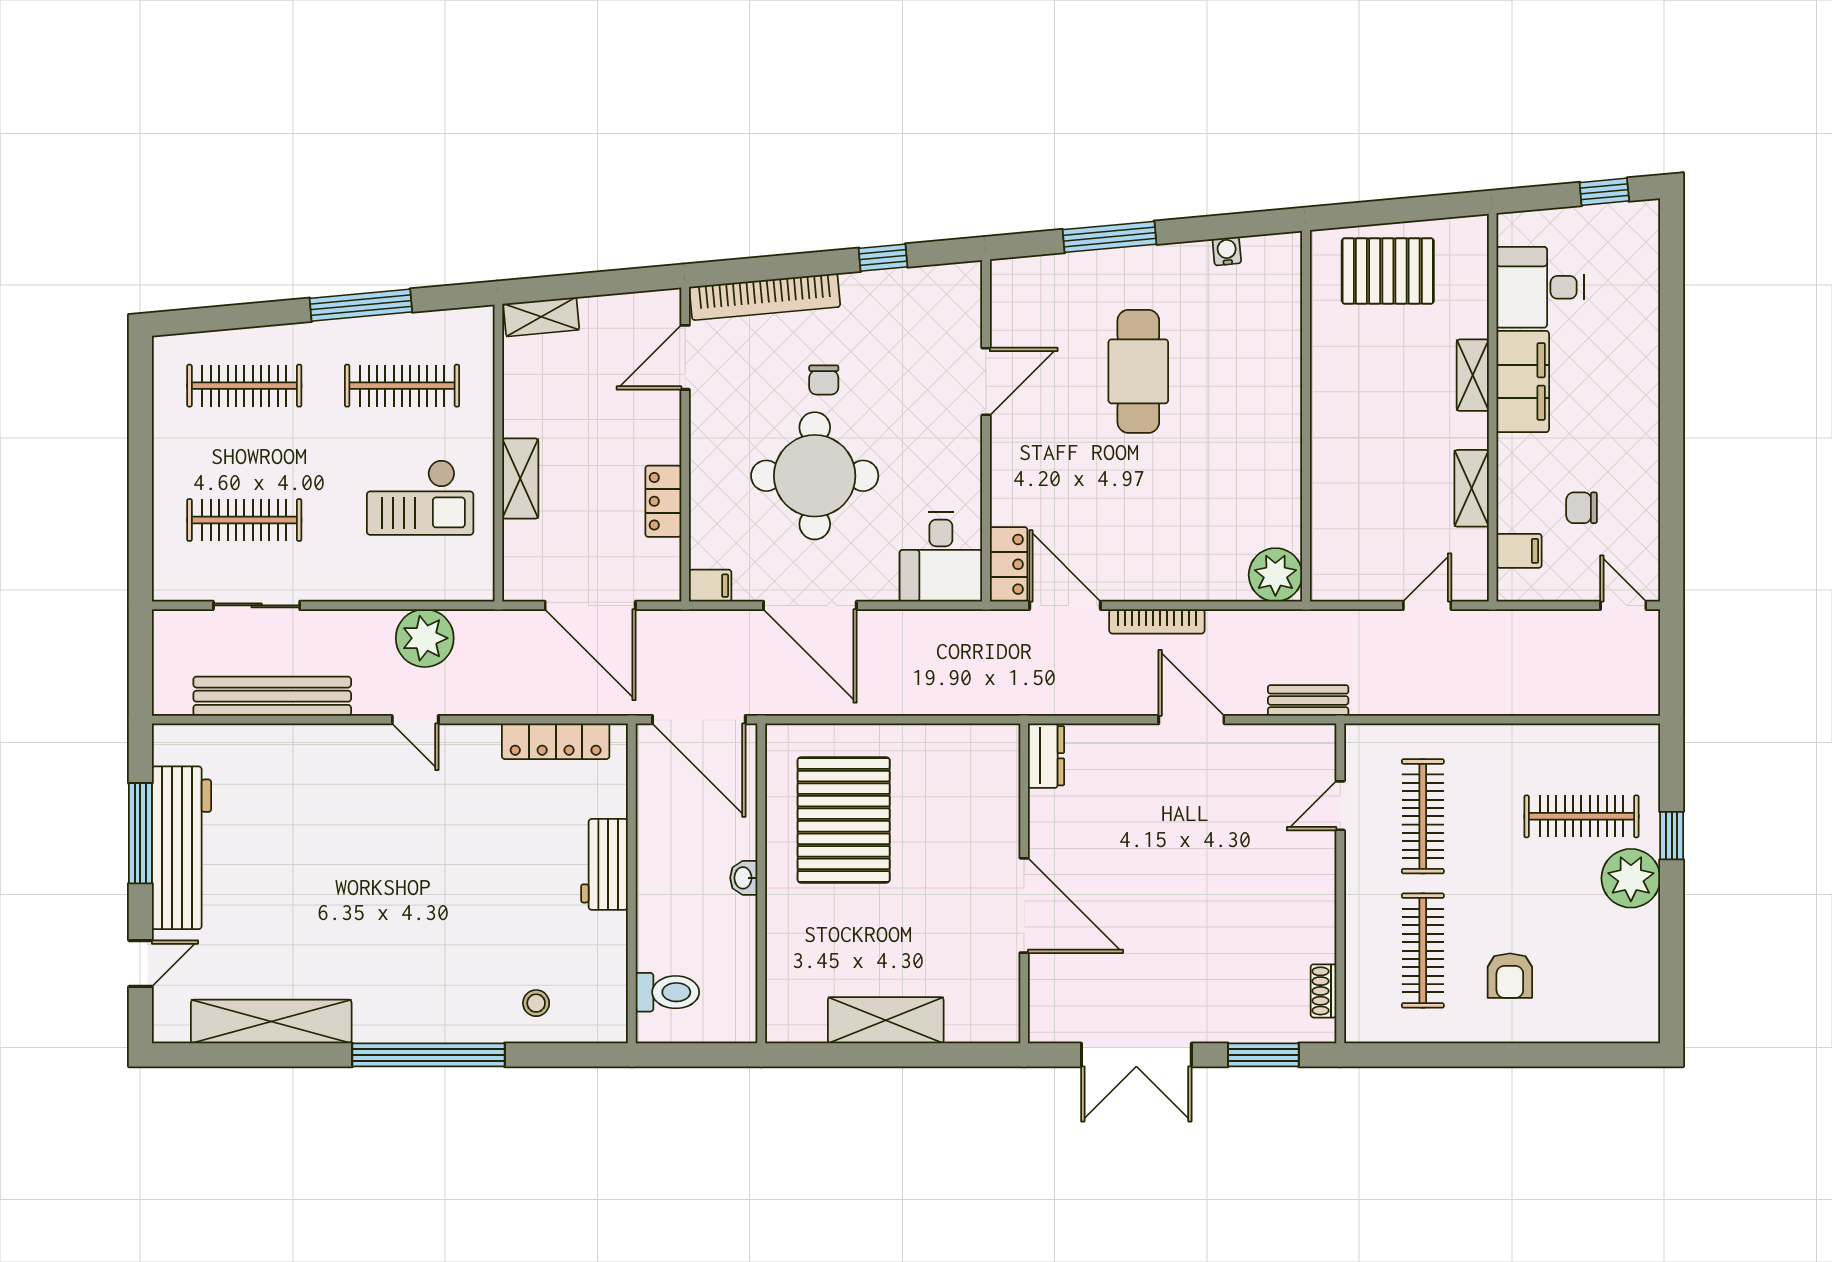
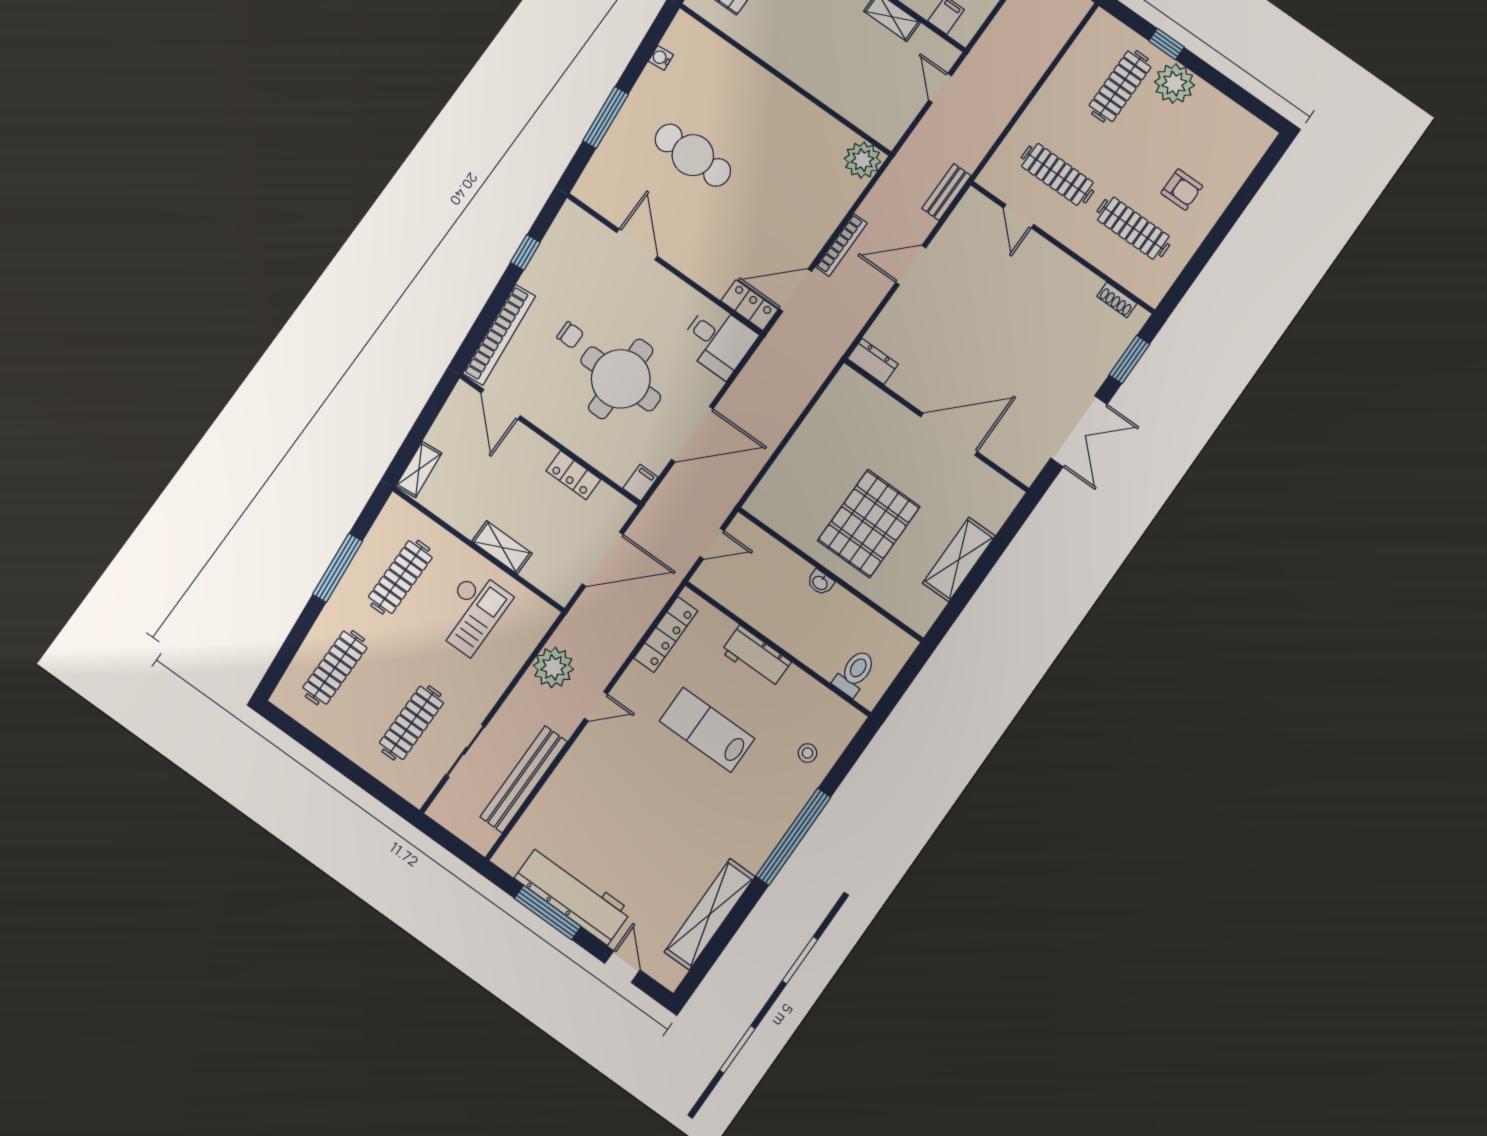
door: (699, 720) -> (712, 544), width x0.53
pallet: (844, 820) -> (869, 524), moved, turned 90
lab bench: (480, 868) -> (707, 730), added

